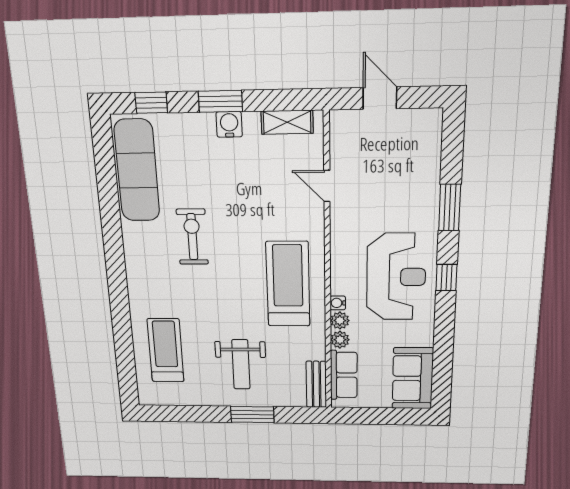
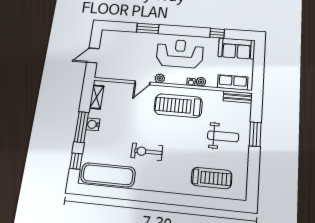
window: (220, 101) -> (81, 127), width x1.44
door: (327, 186) -> (142, 83), moved
window: (446, 278) -> (217, 33), moved
plant: (340, 340) -> (160, 78), moved
treadmill: (166, 350) -> (212, 178), turned 180

